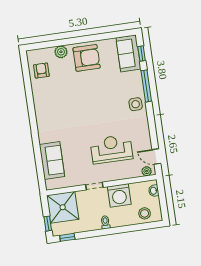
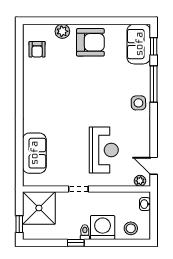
armchair: (41, 71) -> (37, 49), turned 180
reception desk: (111, 149) -> (104, 150), turned 90
washing machine: (119, 195) -> (103, 227), moved, turned 180
window: (67, 237) -> (76, 243), moved

